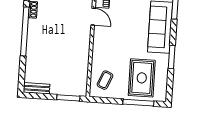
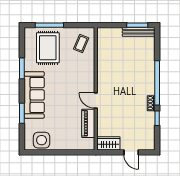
bench: (37, 88) -> (139, 32), width x1.36
window: (68, 98) -> (137, 25), moved

